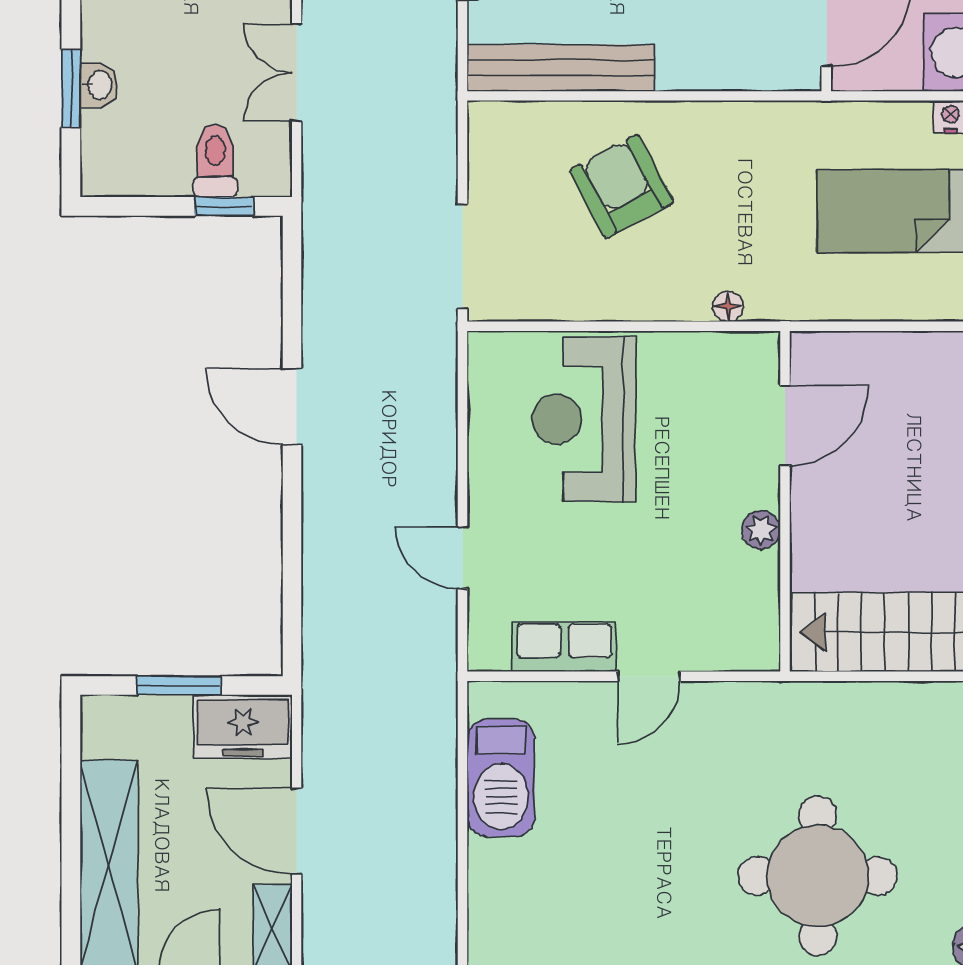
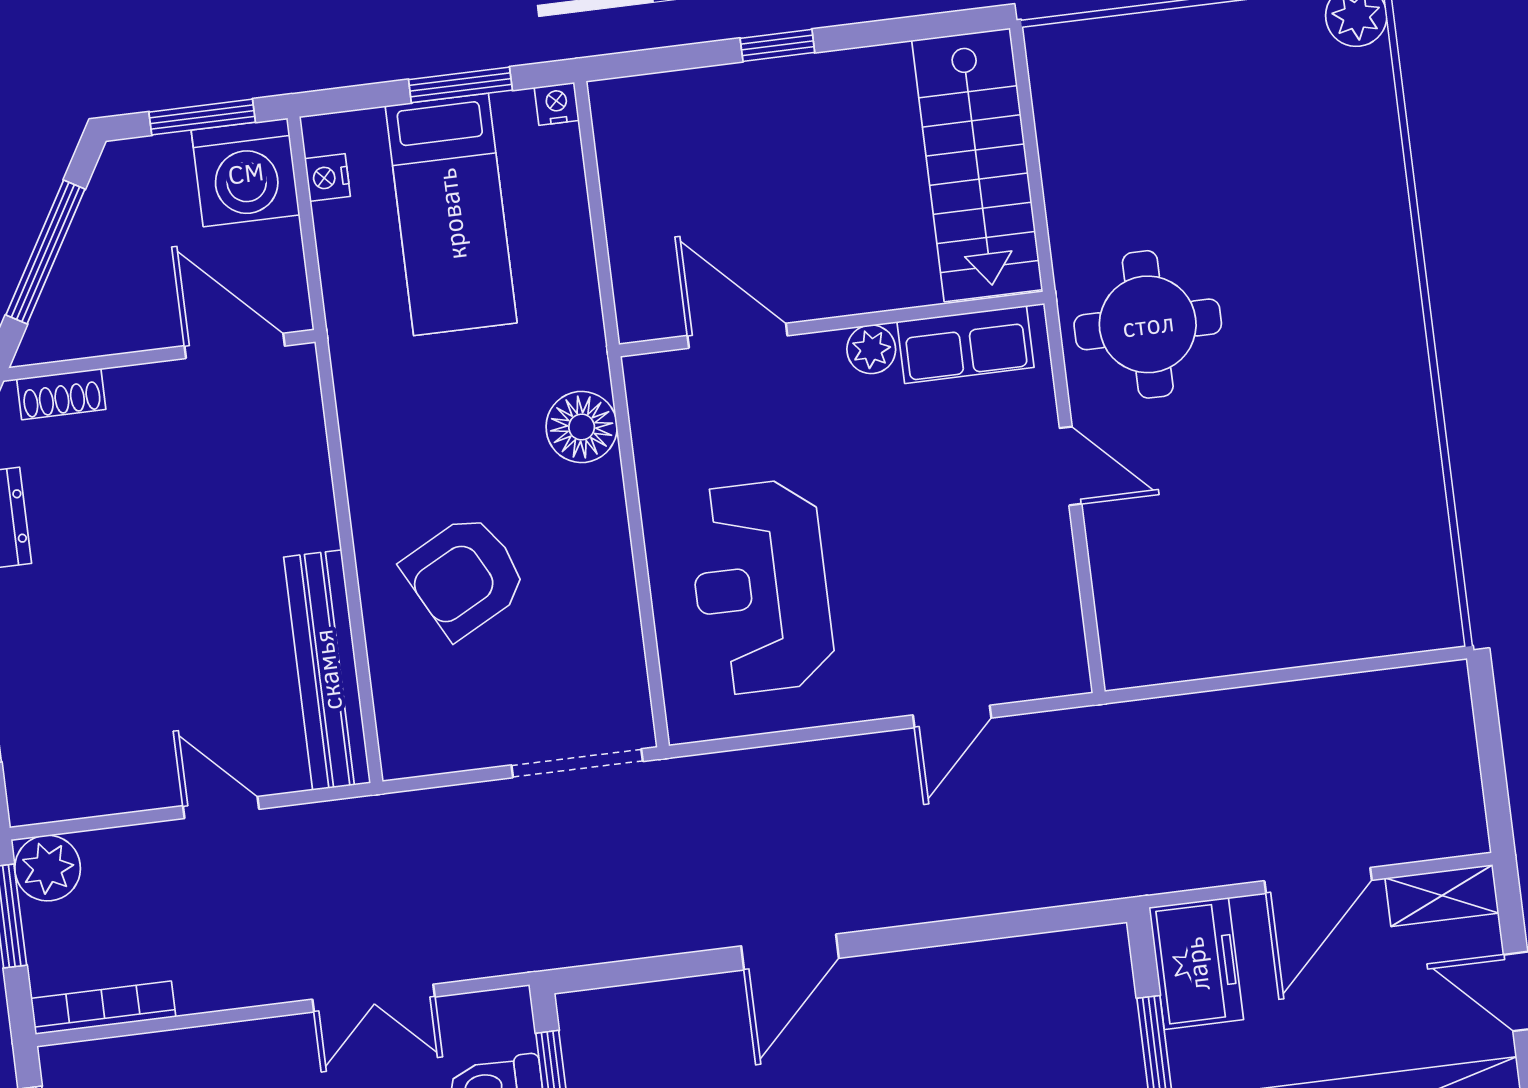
floor lamp: (728, 307) -> (582, 427), width x1.89, depth x1.89
reception desk: (584, 419) -> (761, 587), turned 90
row of seats: (564, 647) -> (966, 345), moved, turned -90
barbecue: (501, 778) -> (1220, 635), removed
round table: (818, 876) -> (1148, 324), moved, width x0.73, depth x0.73

